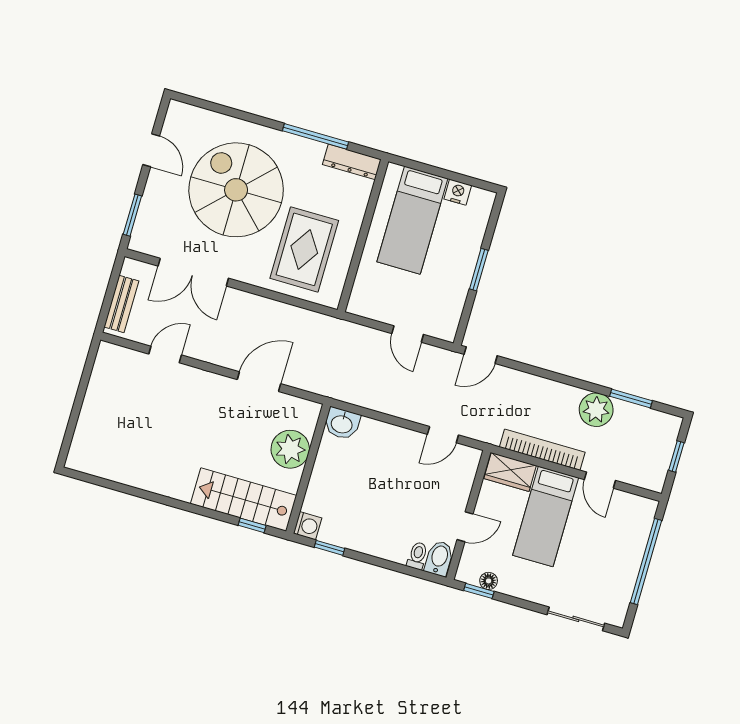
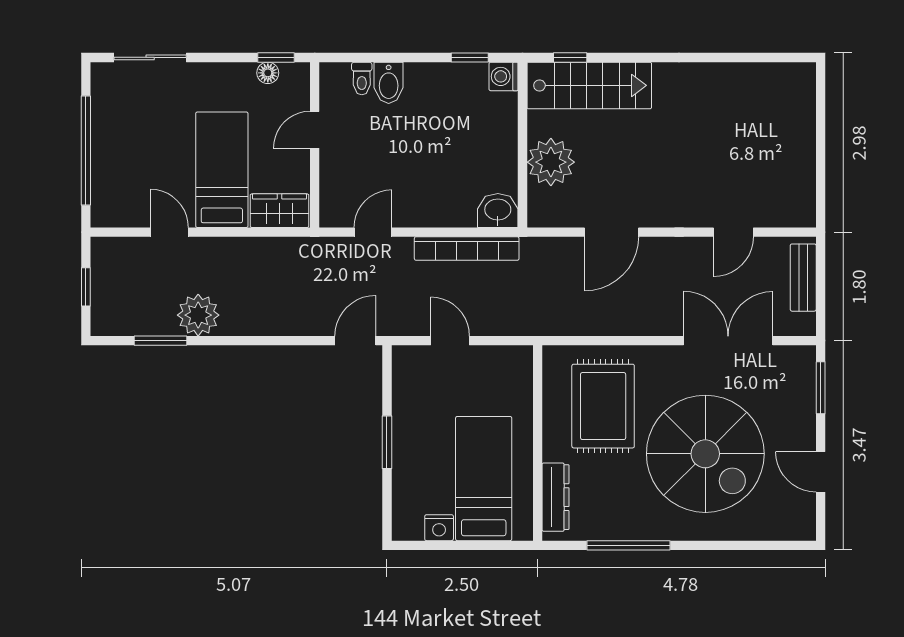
dresser: (352, 162) -> (555, 497), moved, turned 90
bookcase: (542, 450) -> (467, 249), moved
bidet: (439, 558) -> (389, 83), moved

